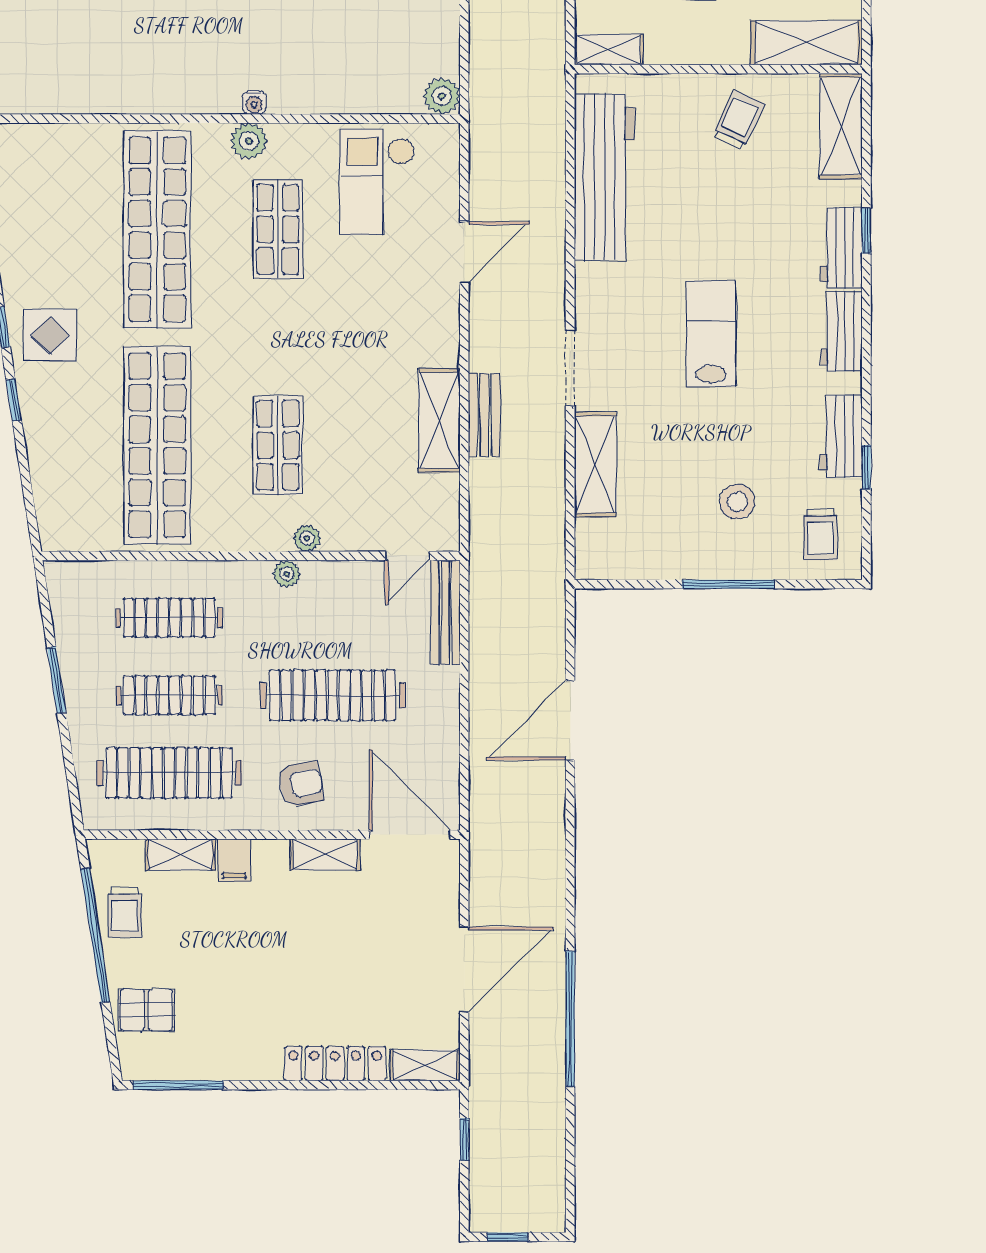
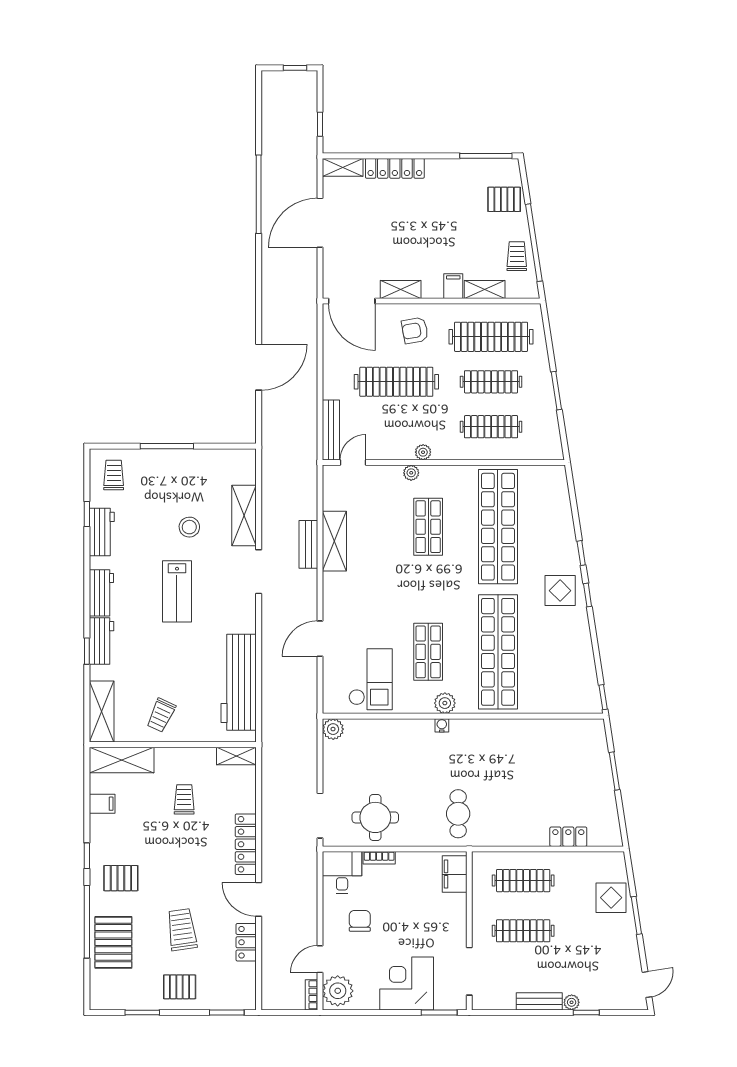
stool: (737, 502) -> (189, 527), moved

